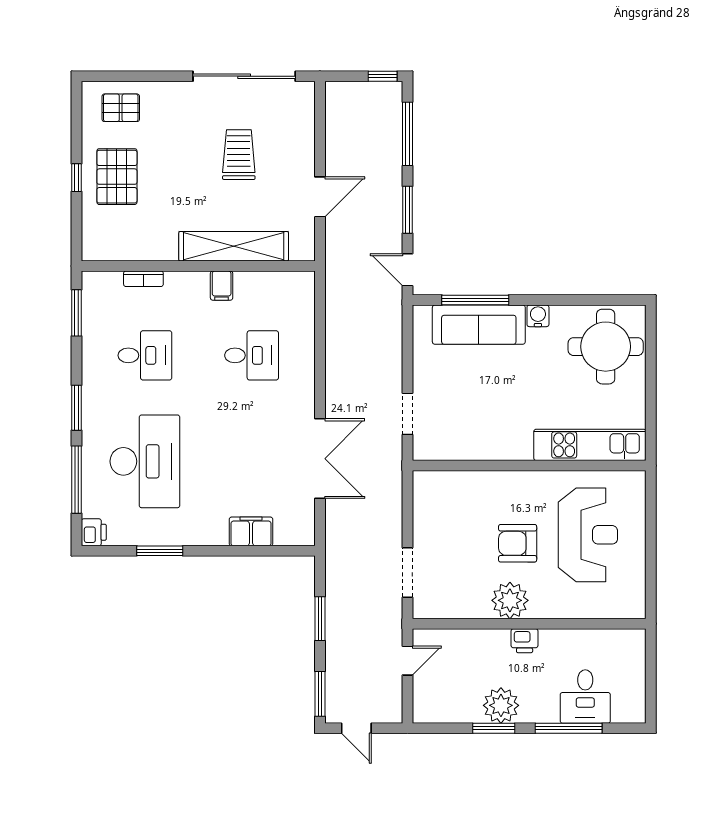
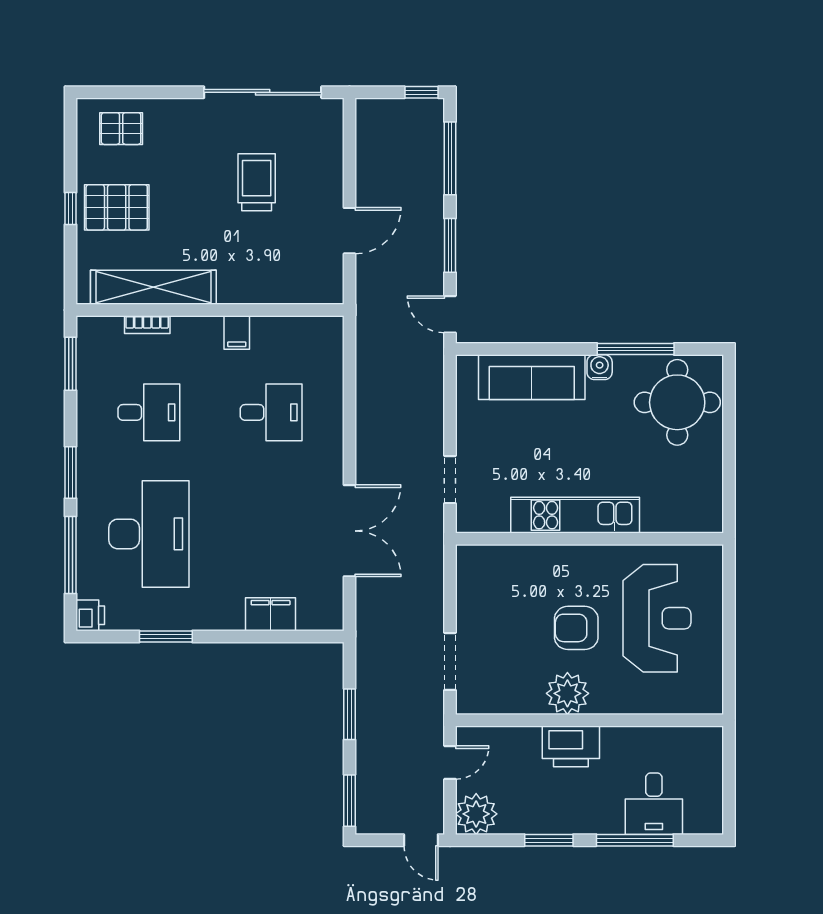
pallet: (117, 177) -> (117, 207), turned 90
shelving: (234, 246) -> (153, 287), moved
window: (475, 300) -> (636, 349), moved
kitchen unit: (590, 445) -> (575, 515), moved
printer: (525, 641) -> (571, 746), width x1.87, depth x1.48
plant: (501, 705) -> (476, 814), moved
door: (356, 728) -> (421, 840), moved

